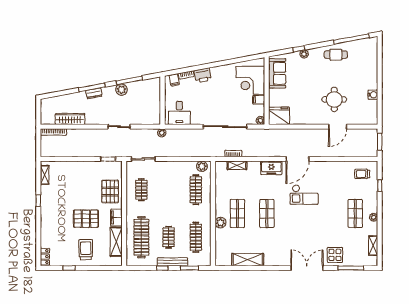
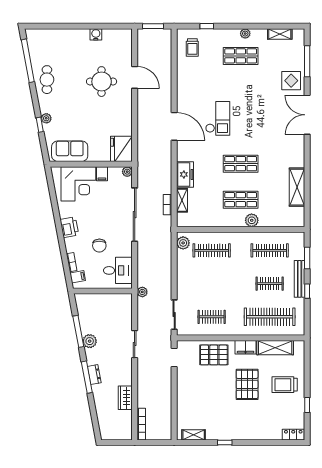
printer: (203, 75) -> (69, 227), moved
chair: (200, 98) -> (99, 246), added
wardrobe: (70, 119) -> (125, 398), width x0.67
freezer: (271, 168) -> (185, 174), moved

